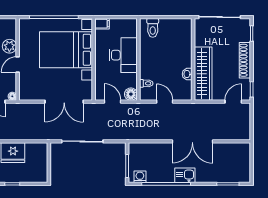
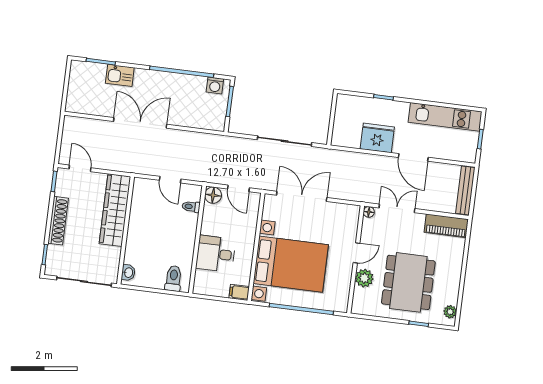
desk: (123, 55) -> (216, 254), width x0.73
washbasin: (187, 74) -> (128, 273), moved
door: (233, 102) -> (80, 168), swing flipped
kitchen sink: (185, 175) -> (120, 75), moved

